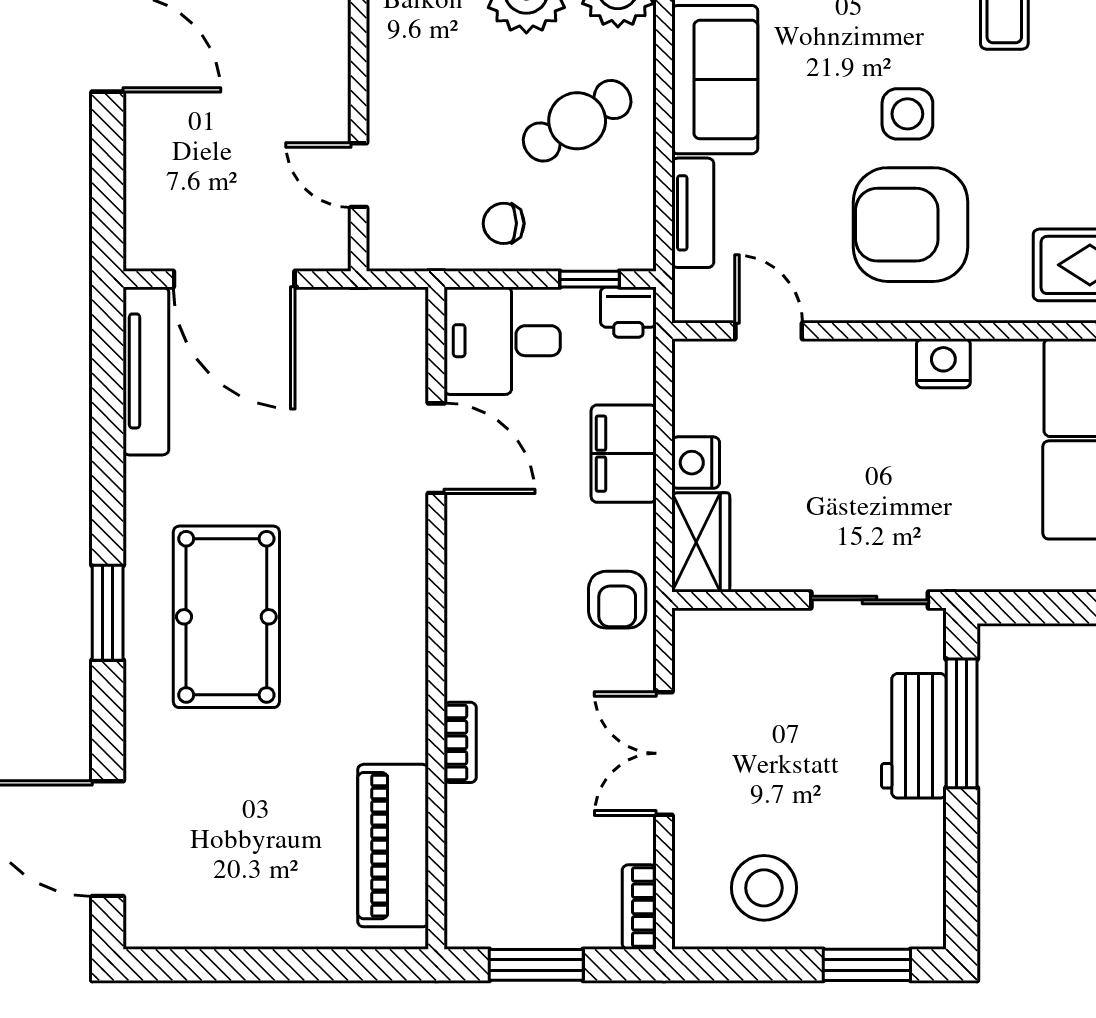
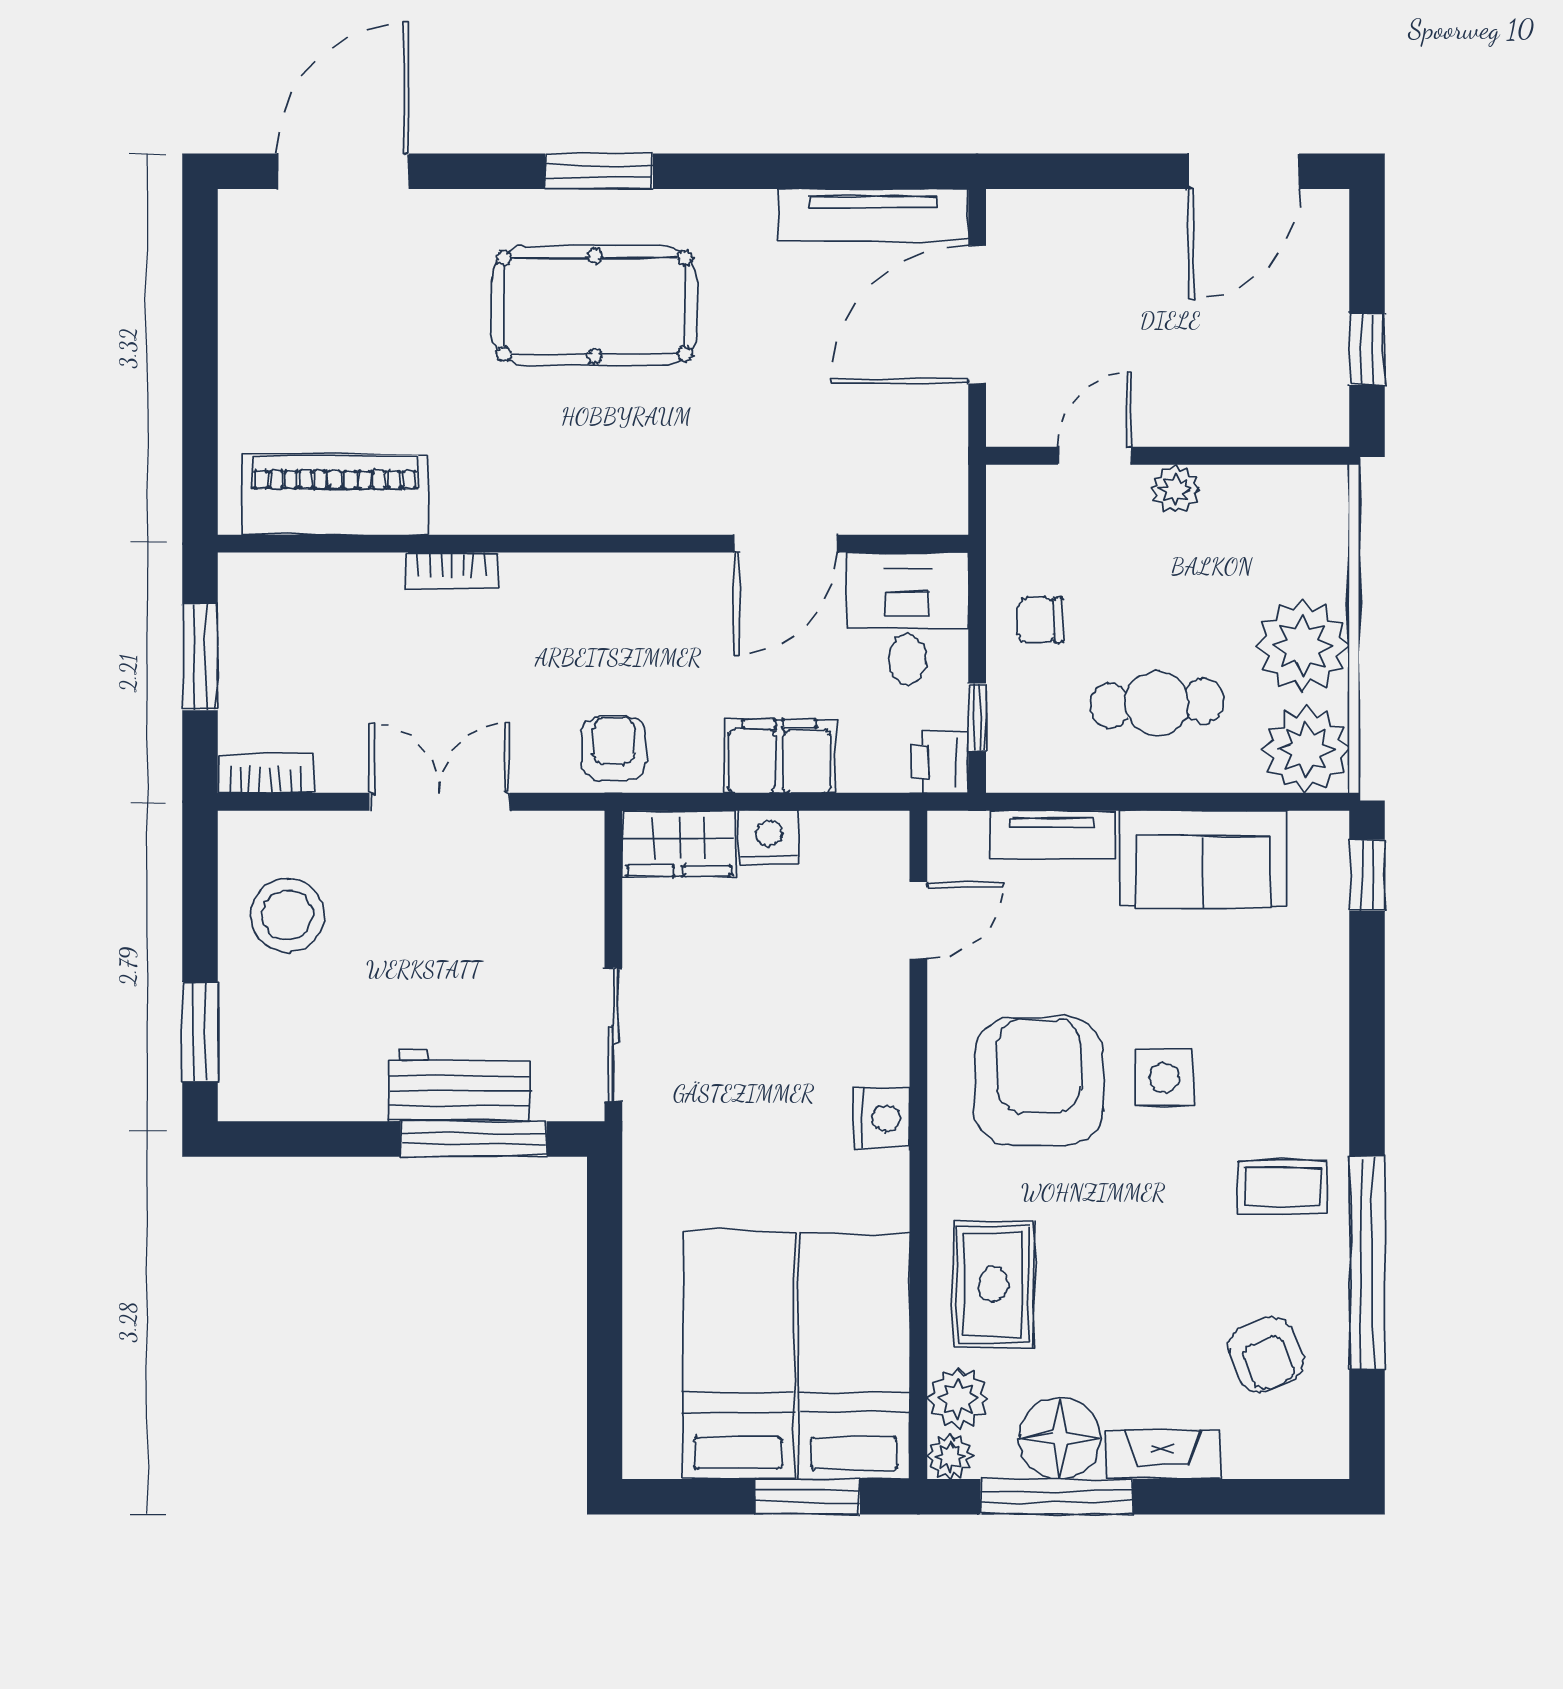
plant: (388, 104) -> (1175, 489), added
cafe table: (577, 121) -> (1156, 703), turned -62
chair: (504, 223) -> (1040, 620), turned -90
armchair: (617, 600) -> (614, 749), turned 90

